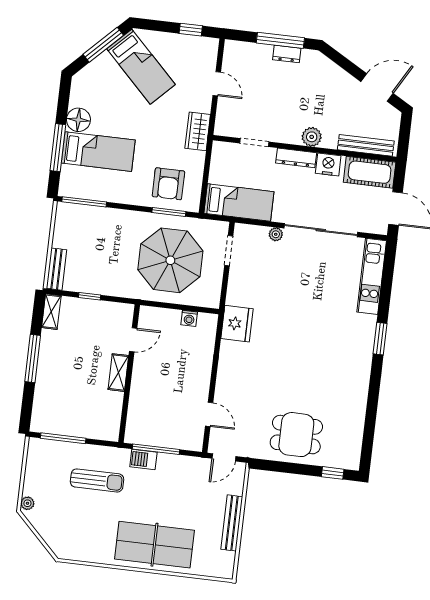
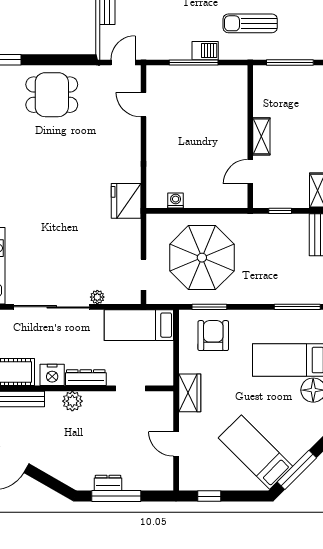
door: (133, 340) -> (250, 172), moved
shelving: (118, 373) -> (261, 136), moved
wall: (129, 374) -> (250, 137), moved

